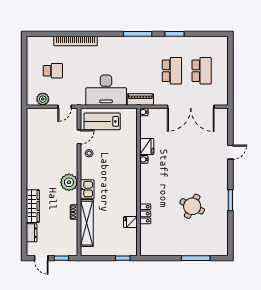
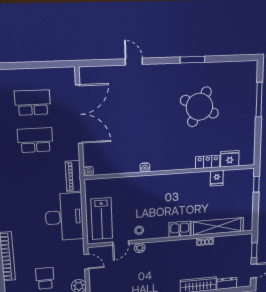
door: (79, 137) -> (121, 243), swing flipped
fridge: (147, 146) -> (230, 159), moved
plant: (69, 182) -> (140, 248), moved, width x0.53, depth x0.53
round table: (192, 206) -> (199, 107), width x1.36, depth x1.36

